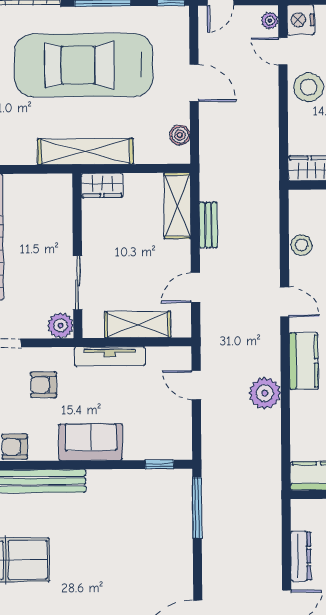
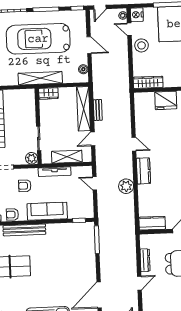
shelving: (177, 206) -> (83, 109), width x1.47
stool: (302, 245) -> (141, 118), removed
sofa: (91, 442) -> (47, 211), width x1.36

